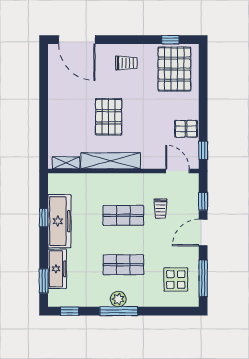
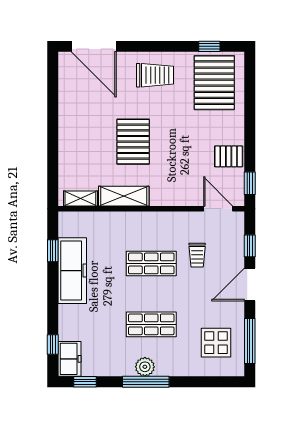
trolley: (126, 63) -> (155, 75), width x1.36, depth x1.39
shelving: (111, 161) -> (124, 196), width x0.68
window: (44, 218) -> (53, 251), moved
freezer: (57, 269) -> (70, 359), moved, width x0.71
window: (44, 281) -> (53, 345), width x0.67

